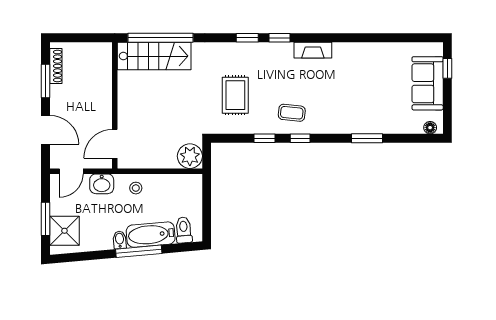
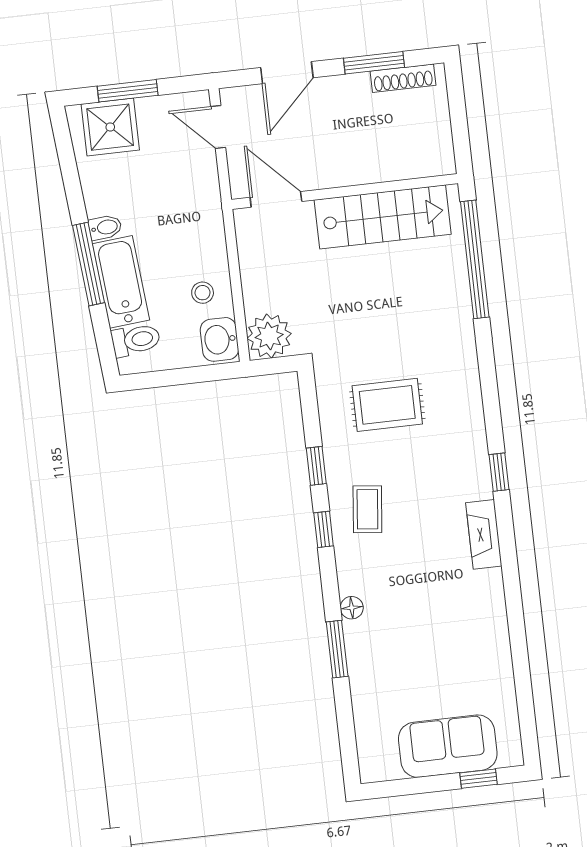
window: (247, 38) -> (492, 415), removed
stairs: (154, 56) -> (383, 217), moved, turned -90
floor lamp: (430, 128) -> (352, 608), moved
washbasin: (102, 184) -> (219, 339), moved
stool: (136, 188) -> (203, 293), moved

